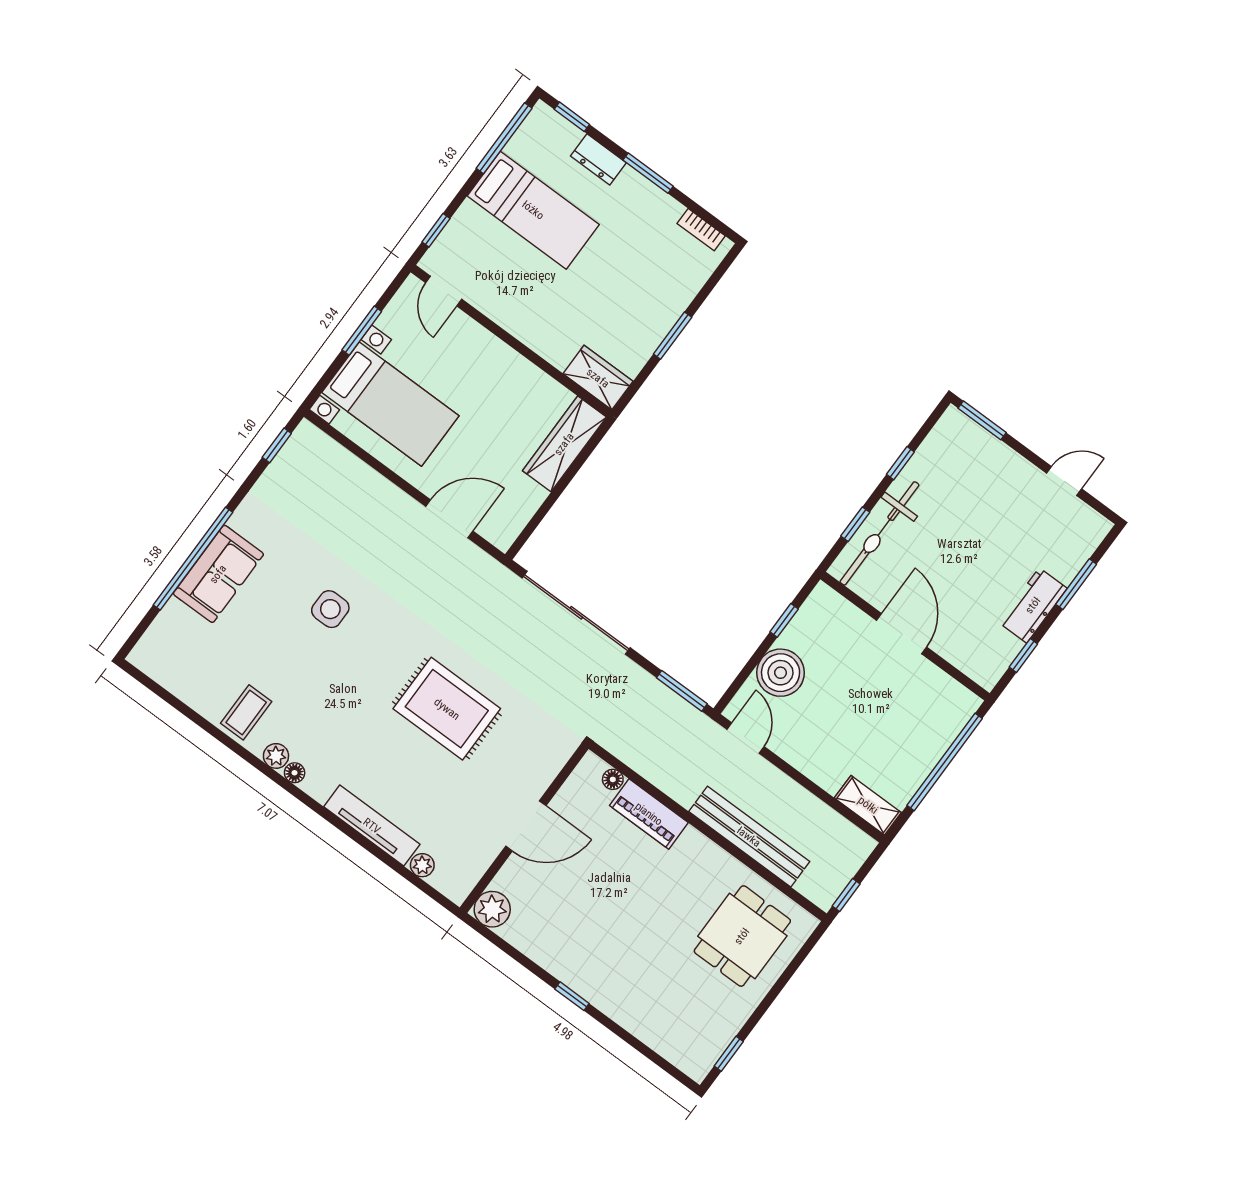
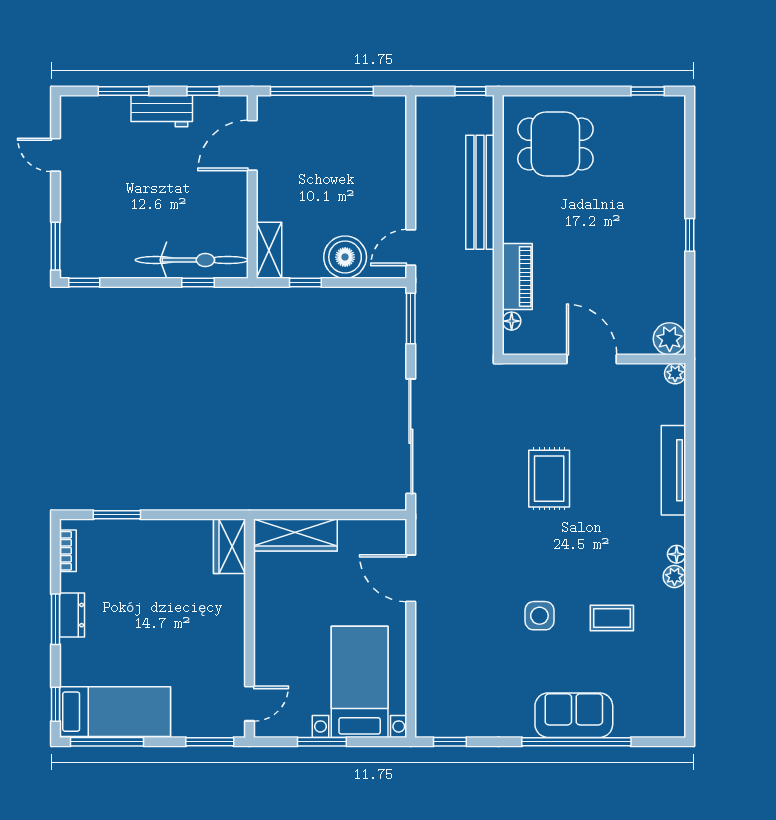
dresser: (598, 159) -> (72, 615), moved
bed: (533, 210) -> (115, 712), moved, turned 90
window: (436, 230) -> (210, 742), width x1.50
window: (673, 336) -> (117, 515), moved
window: (900, 463) -> (84, 282), moved
door: (902, 634) -> (252, 145), moved
rug: (447, 709) -> (549, 479), width x0.73, depth x0.70
coffee table: (246, 712) -> (612, 618), moved
shelving: (868, 805) -> (269, 250), moved
plant: (422, 865) -> (675, 374), moved

